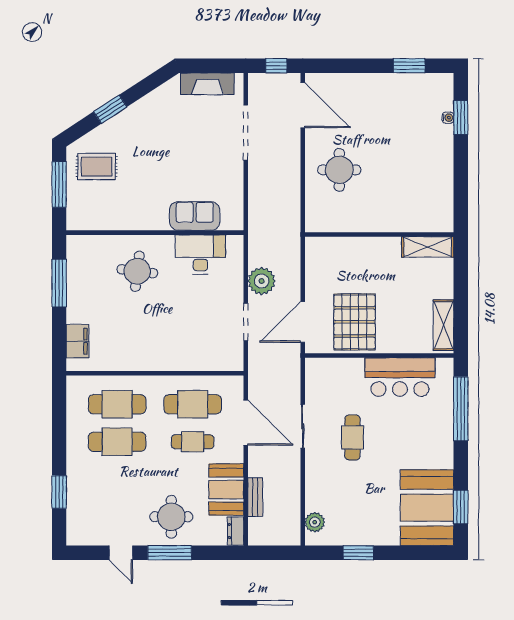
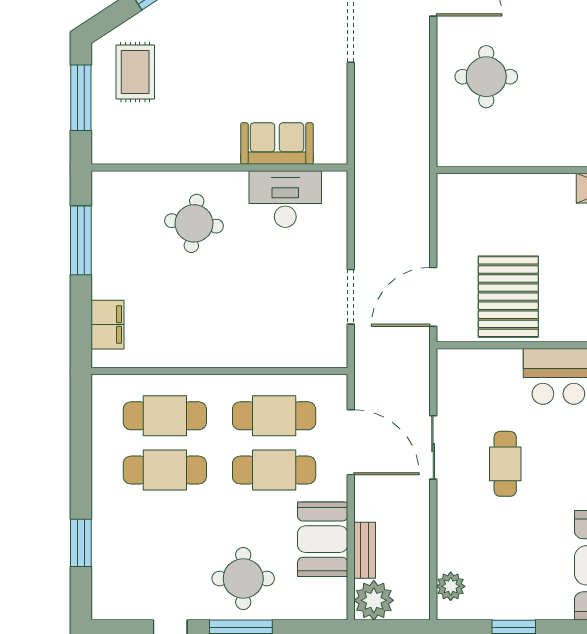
rug: (97, 167) -> (135, 72), turned 90
plant: (262, 281) -> (374, 600), moved
cafe table: (193, 442) -> (274, 470), width x1.37, depth x1.35
dresser: (236, 531) -> (336, 599), removed

